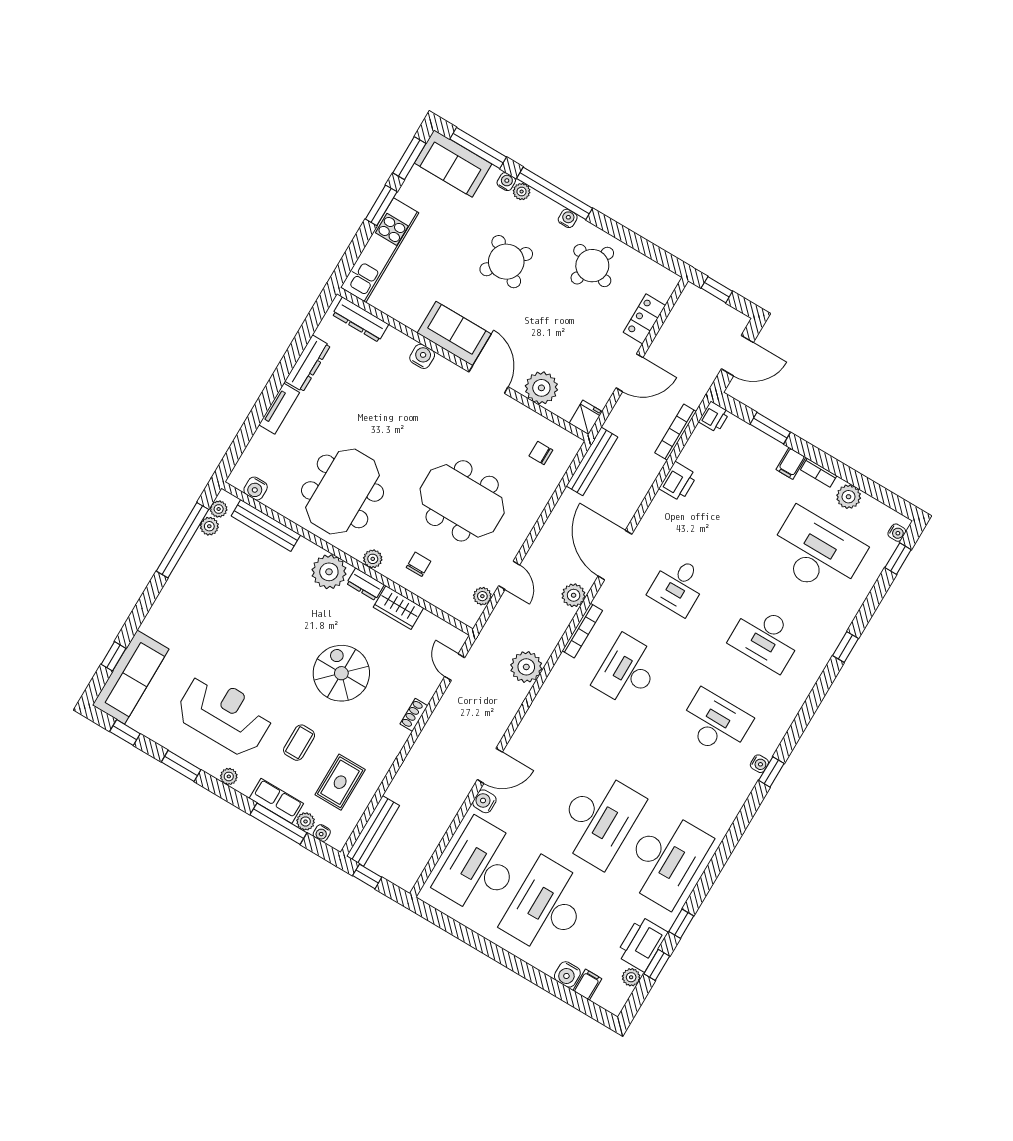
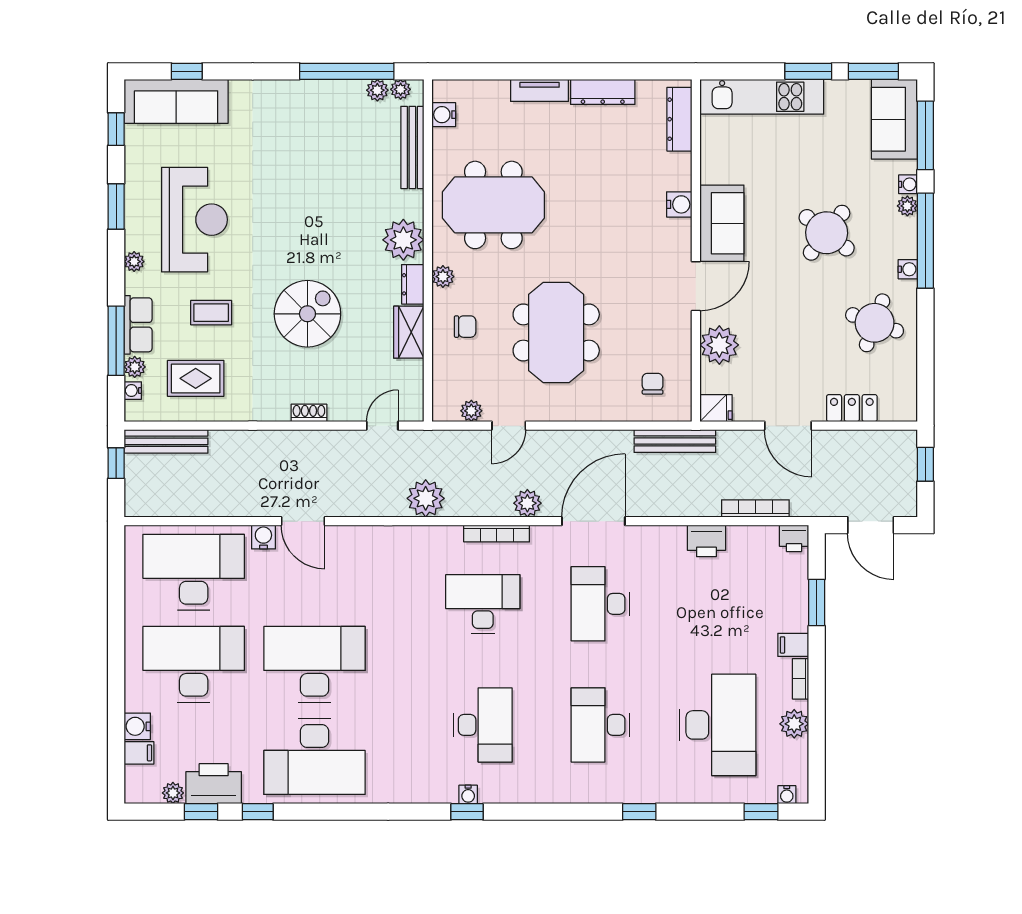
desk: (678, 586) -> (600, 604), width x1.37
desk: (599, 819) -> (314, 664), turned 180

